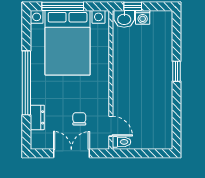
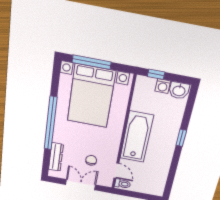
washbasin: (124, 19) -> (179, 90), moved
bathtub: (126, 80) -> (137, 137), added
dresser: (37, 117) -> (56, 157), width x1.44

